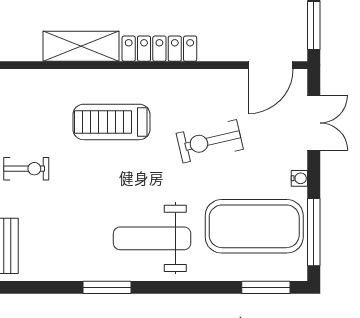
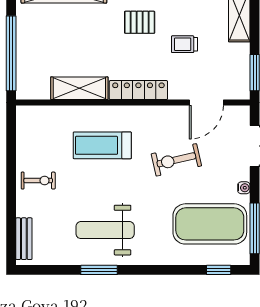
door: (271, 65) -> (206, 103), moved
weight bench: (152, 238) -> (105, 230), moved
window: (266, 287) -> (219, 270), width x0.67

